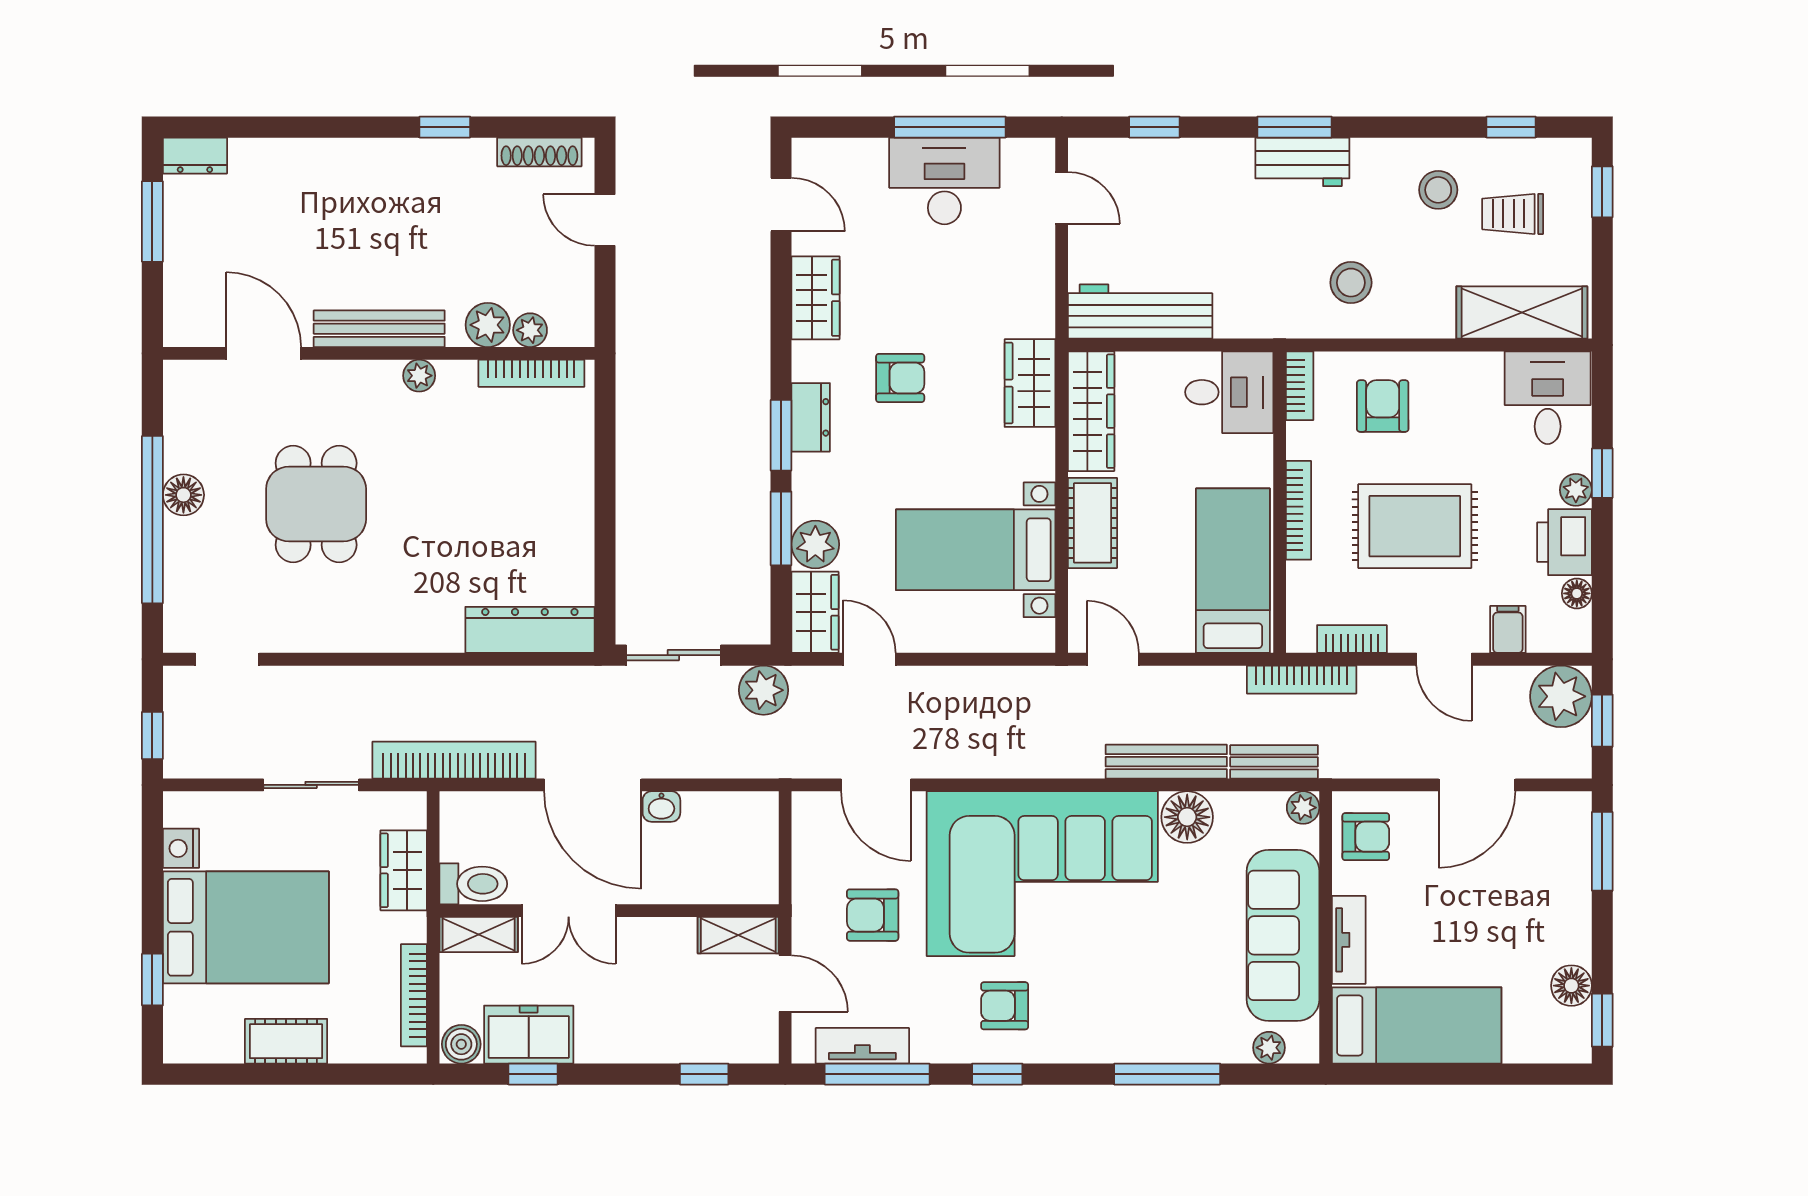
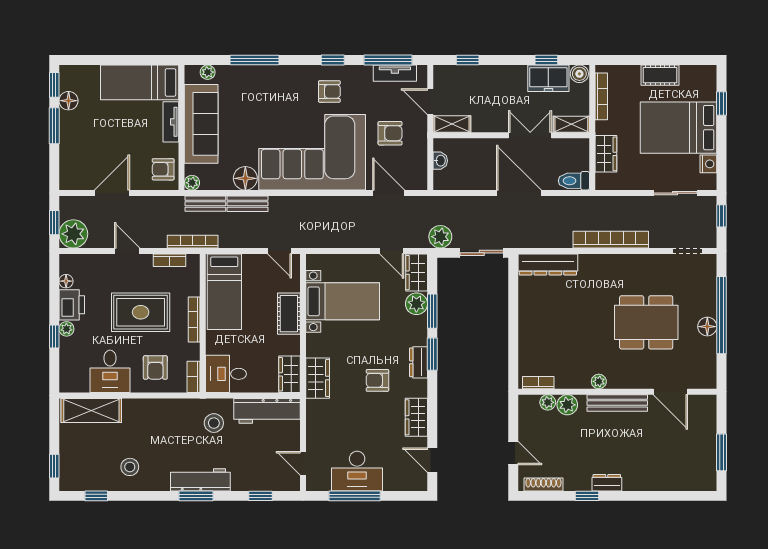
dresser: (195, 156) -> (607, 483), moved
workbench: (1302, 162) -> (200, 480), width x1.38
trolley: (1513, 214) -> (96, 456), removed
stool: (1351, 283) -> (214, 423), moved
bookcase: (531, 373) -> (538, 383), width x0.64
desk: (1548, 398) -> (110, 371), moved
wardrobe: (1091, 411) -> (290, 374), width x0.67
dining table: (316, 504) -> (646, 322), width x1.38
filing cabinet: (1508, 629) -> (98, 265), removed
bookcase: (454, 760) -> (611, 240), moved, turned 180
bench: (1166, 762) -> (248, 204), width x0.73
sliding door: (311, 785) -> (675, 193), moved
washbasin: (661, 806) -> (440, 161), moved, turned 90
window: (1602, 851) -> (54, 126), moved
toilet: (473, 884) -> (574, 181), moved

